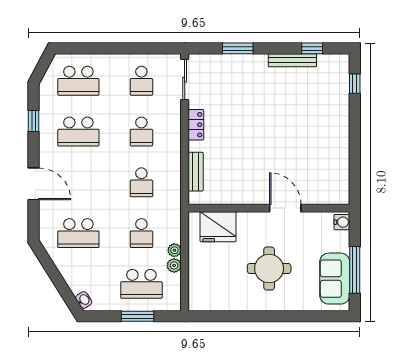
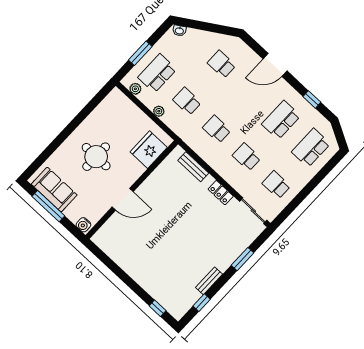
bench: (292, 60) -> (209, 281), width x0.73
school desk: (78, 233) -> (222, 64), width x0.54
plant: (174, 265) -> (135, 89), moved

